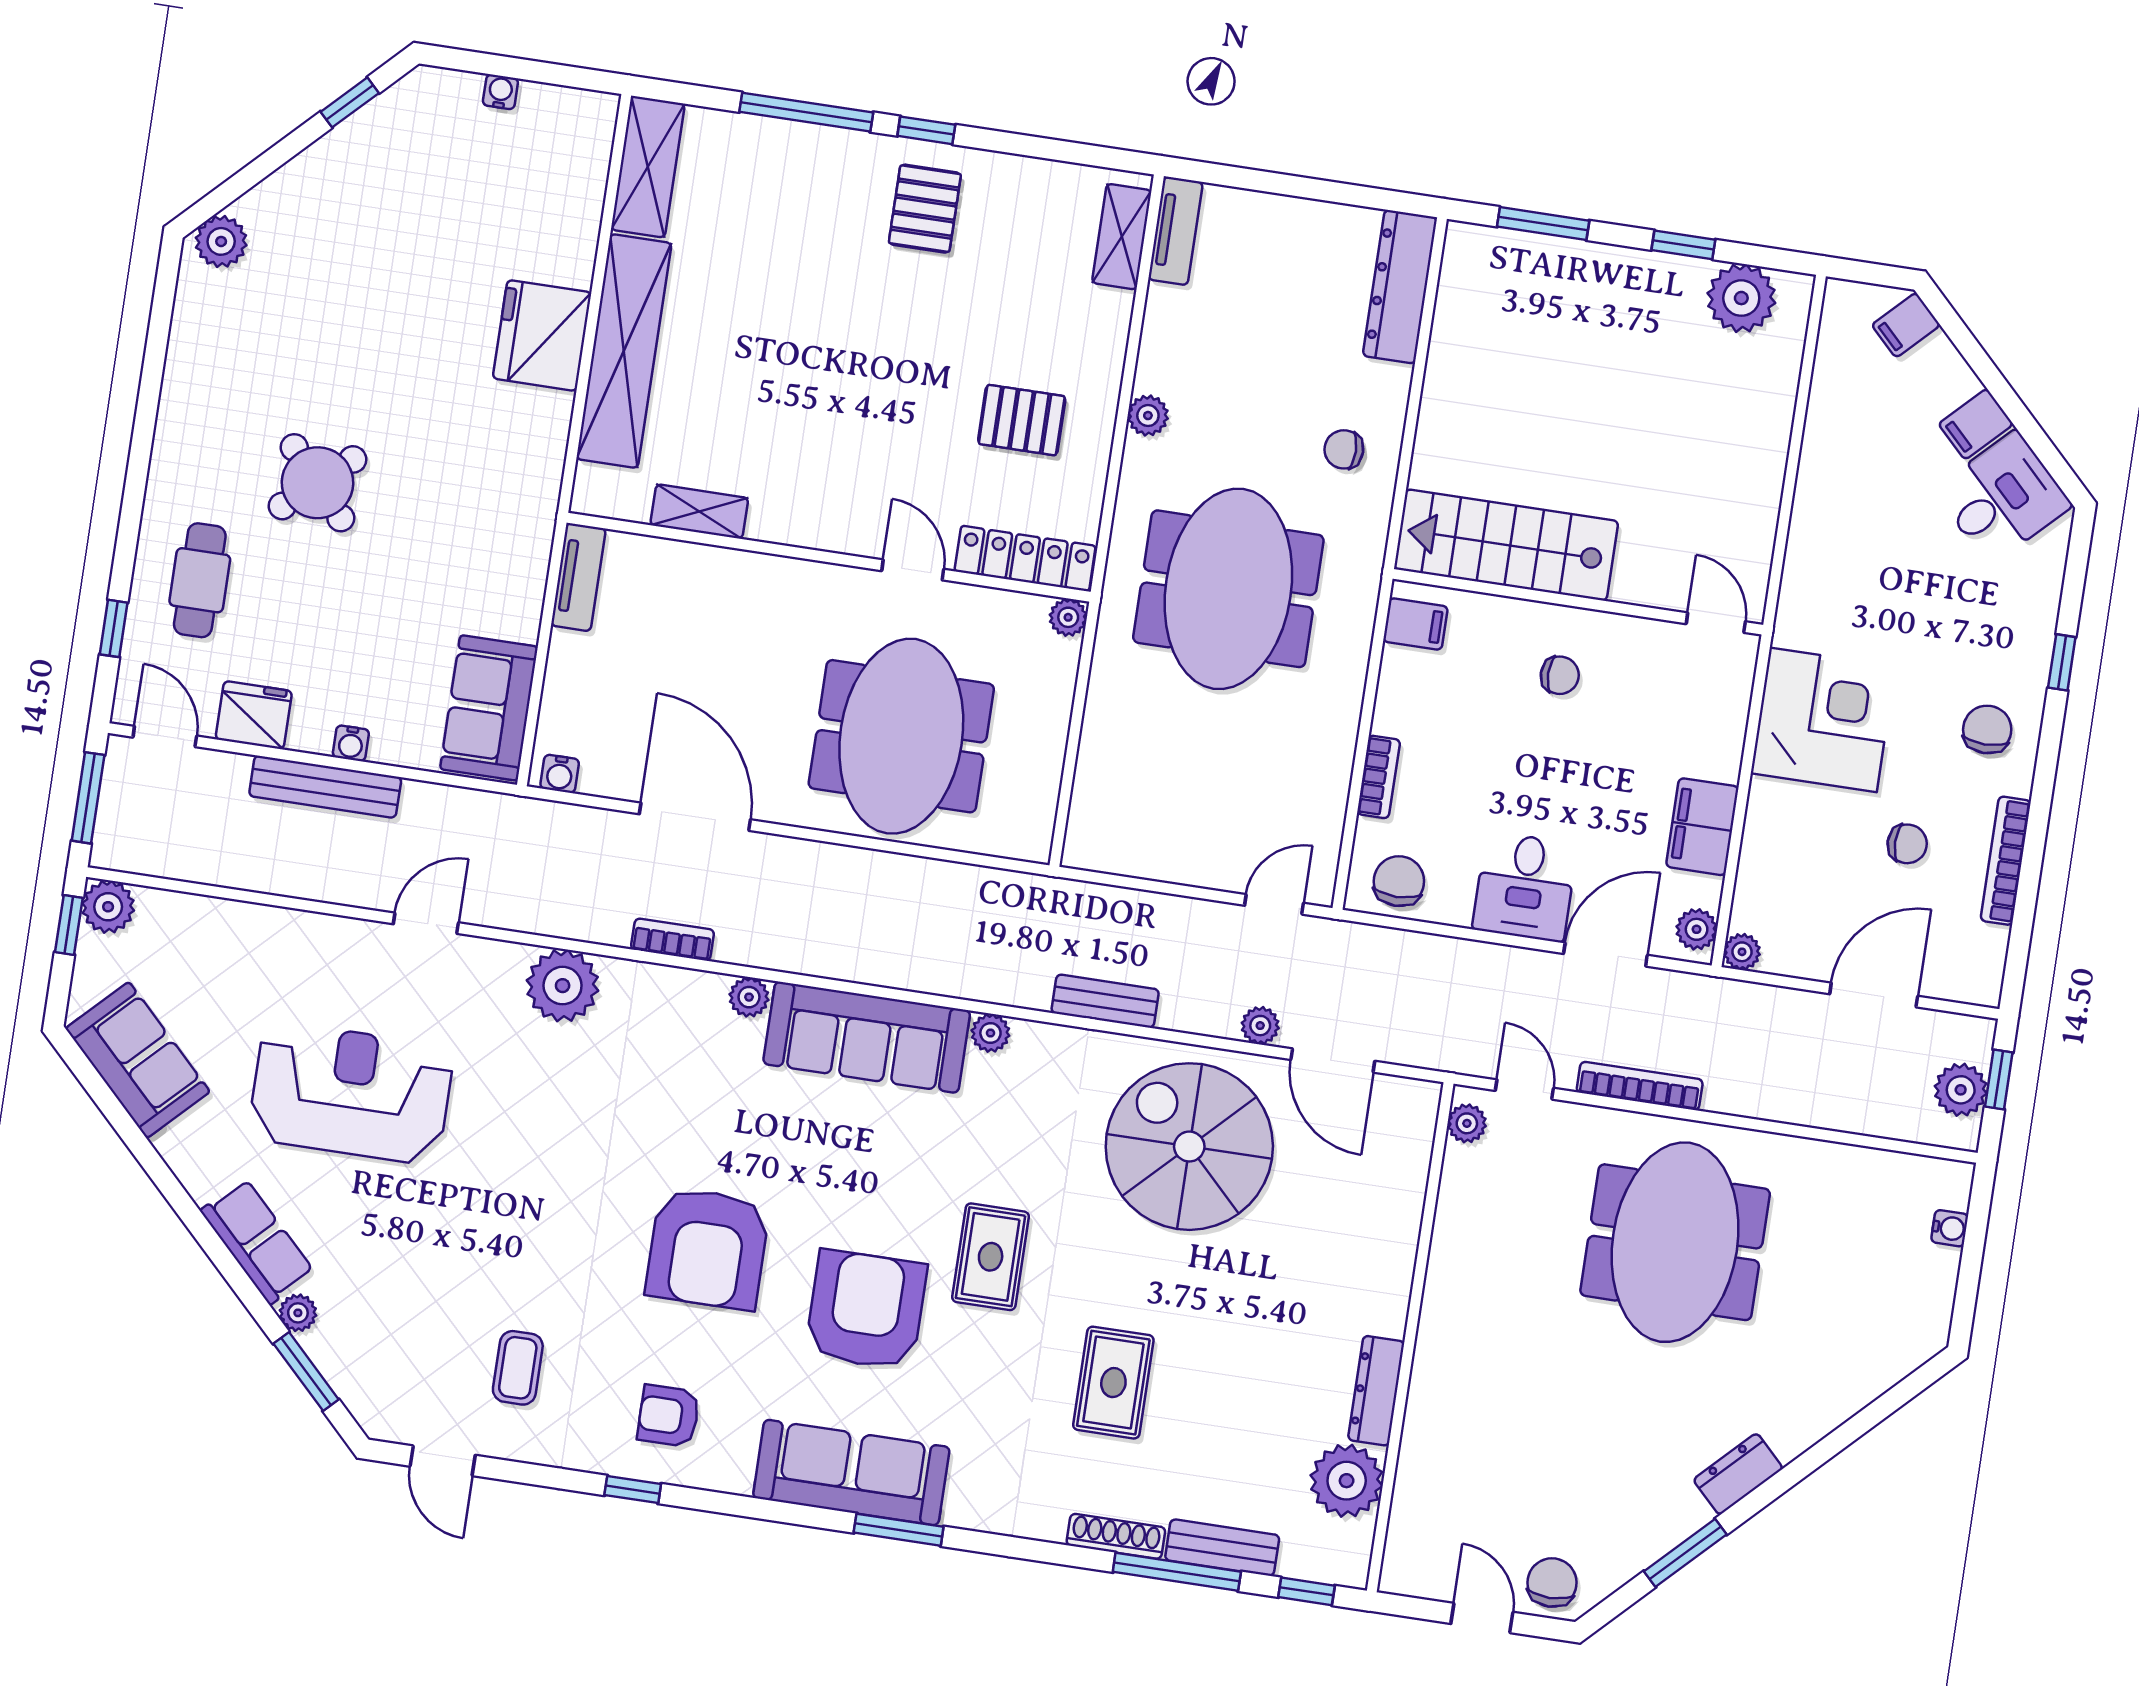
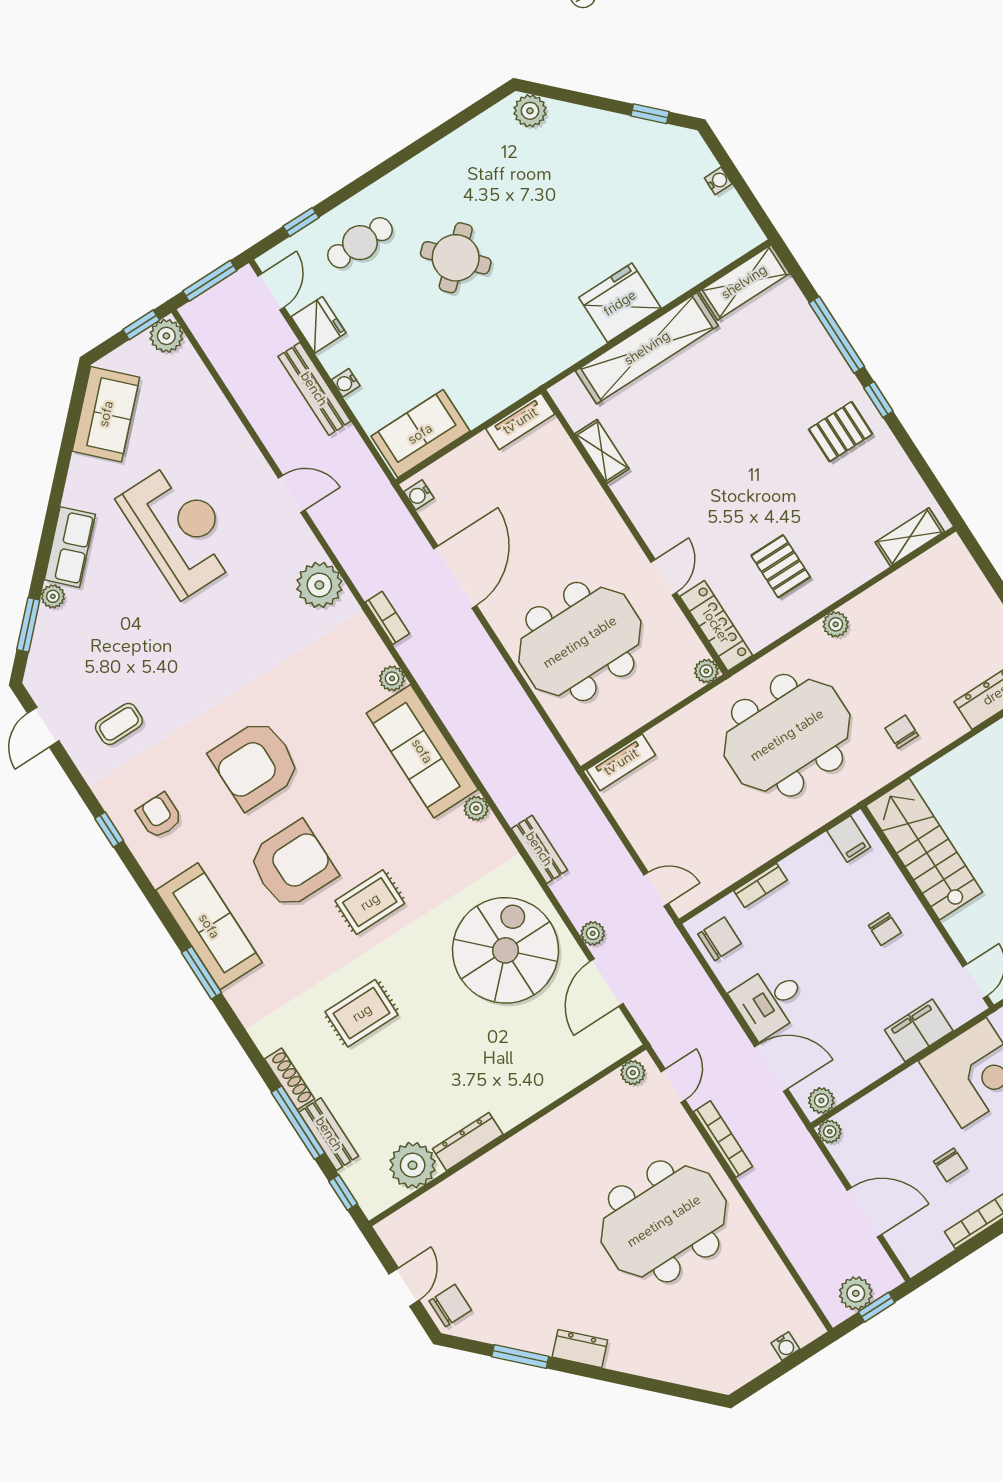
tv unit: (1176, 231) -> (621, 762), moved
filing cabinet: (1702, 827) -> (919, 1030), moved

